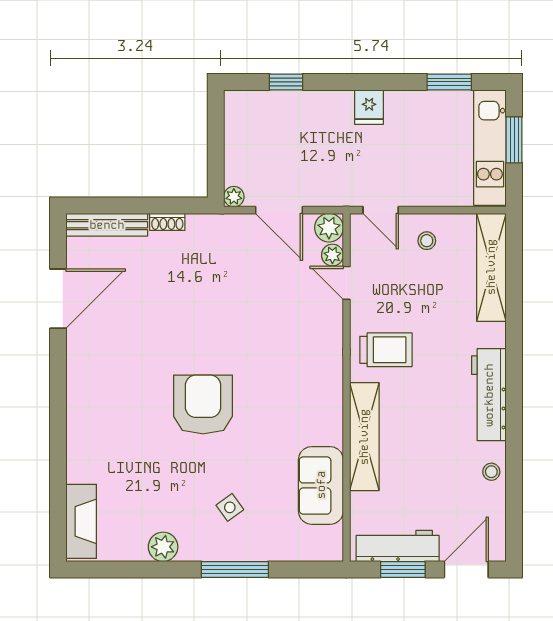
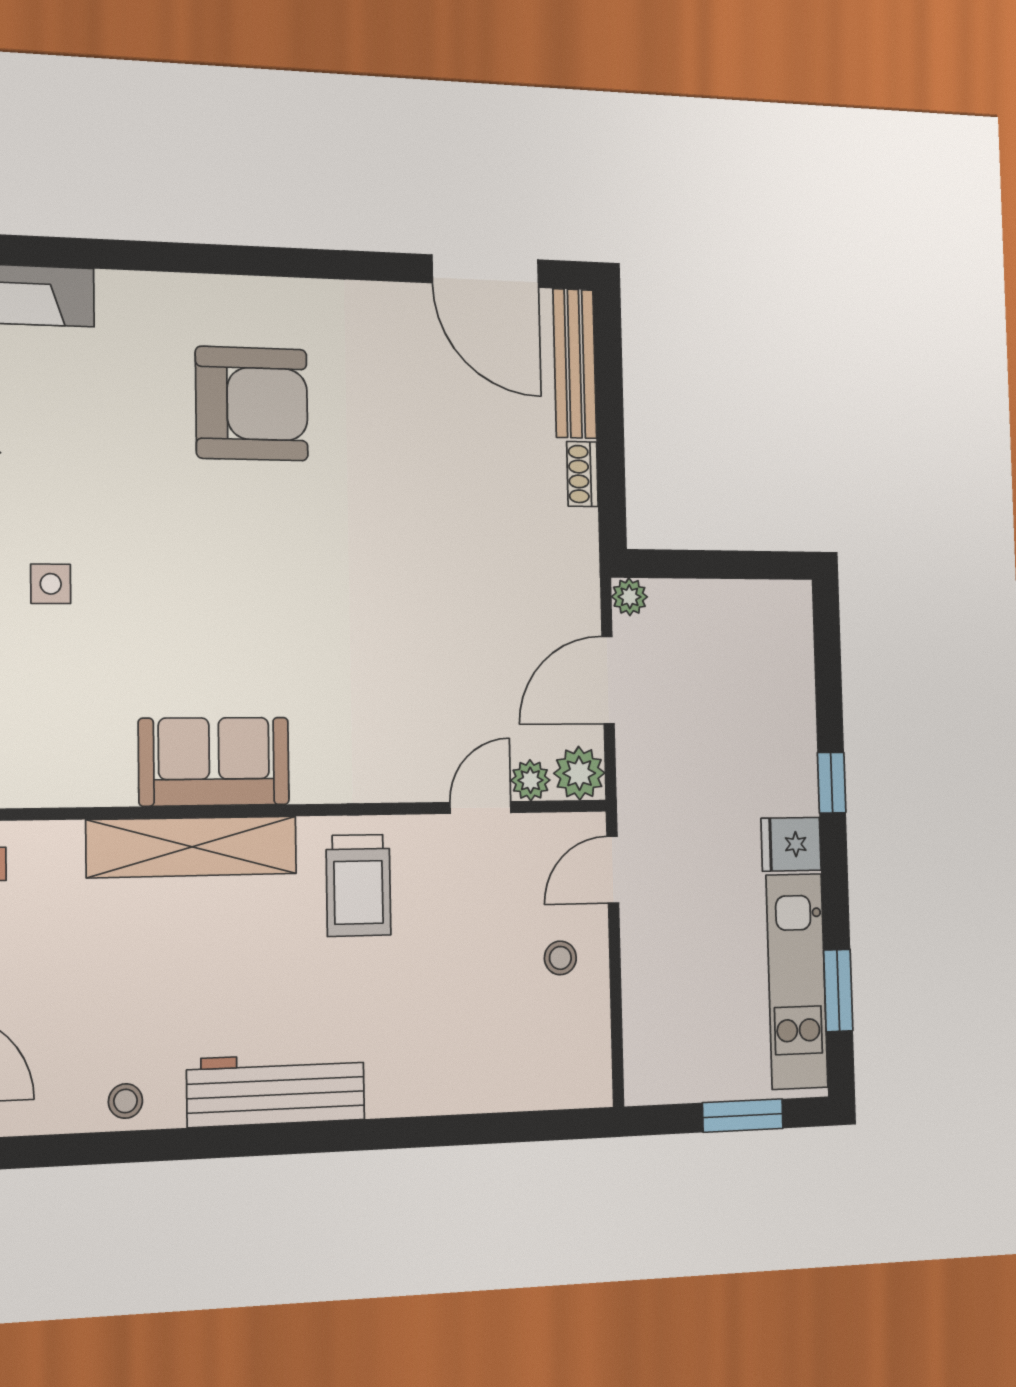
window: (286, 82) -> (832, 783), moved
kitchen unit: (490, 148) -> (797, 981), moved, turned -90
shelving: (491, 267) -> (515, 1083), removed
door: (58, 299) -> (486, 271), moved
armchair: (203, 404) -> (252, 404), moved
sofa: (321, 485) -> (214, 762), moved
side table: (230, 507) -> (51, 584), turned 36

